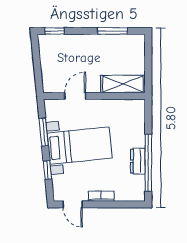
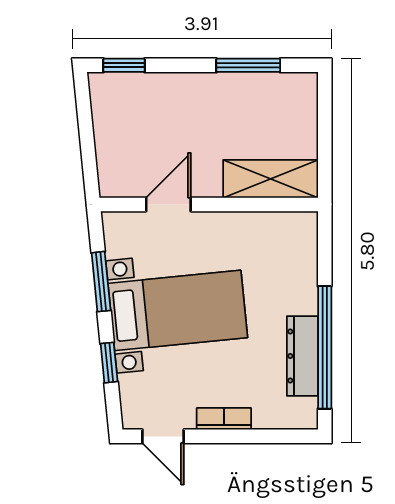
dresser: (138, 161) -> (302, 356), width x1.44

